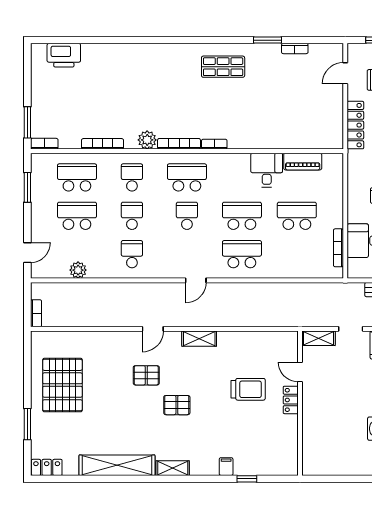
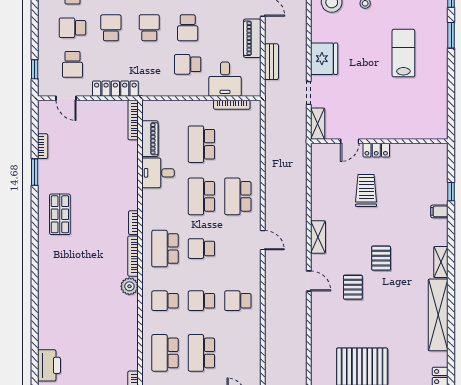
bookcase: (102, 144) -> (133, 120), moved
plant: (78, 270) -> (253, 352), removed

